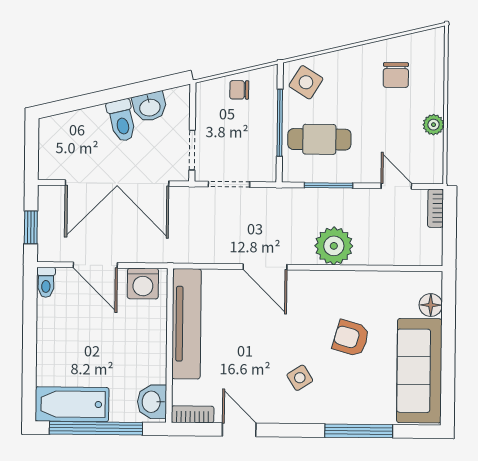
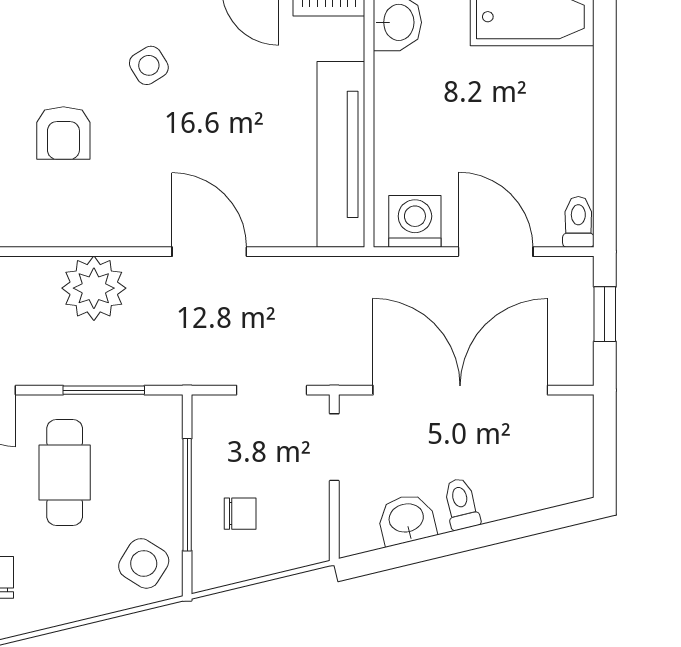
chair: (239, 90) -> (240, 514), moved
toilet: (122, 120) -> (461, 504), width x0.73, depth x0.72
cafe table: (319, 139) -> (65, 473), moved, turned 90
armchair: (351, 338) -> (63, 133), turned 74

